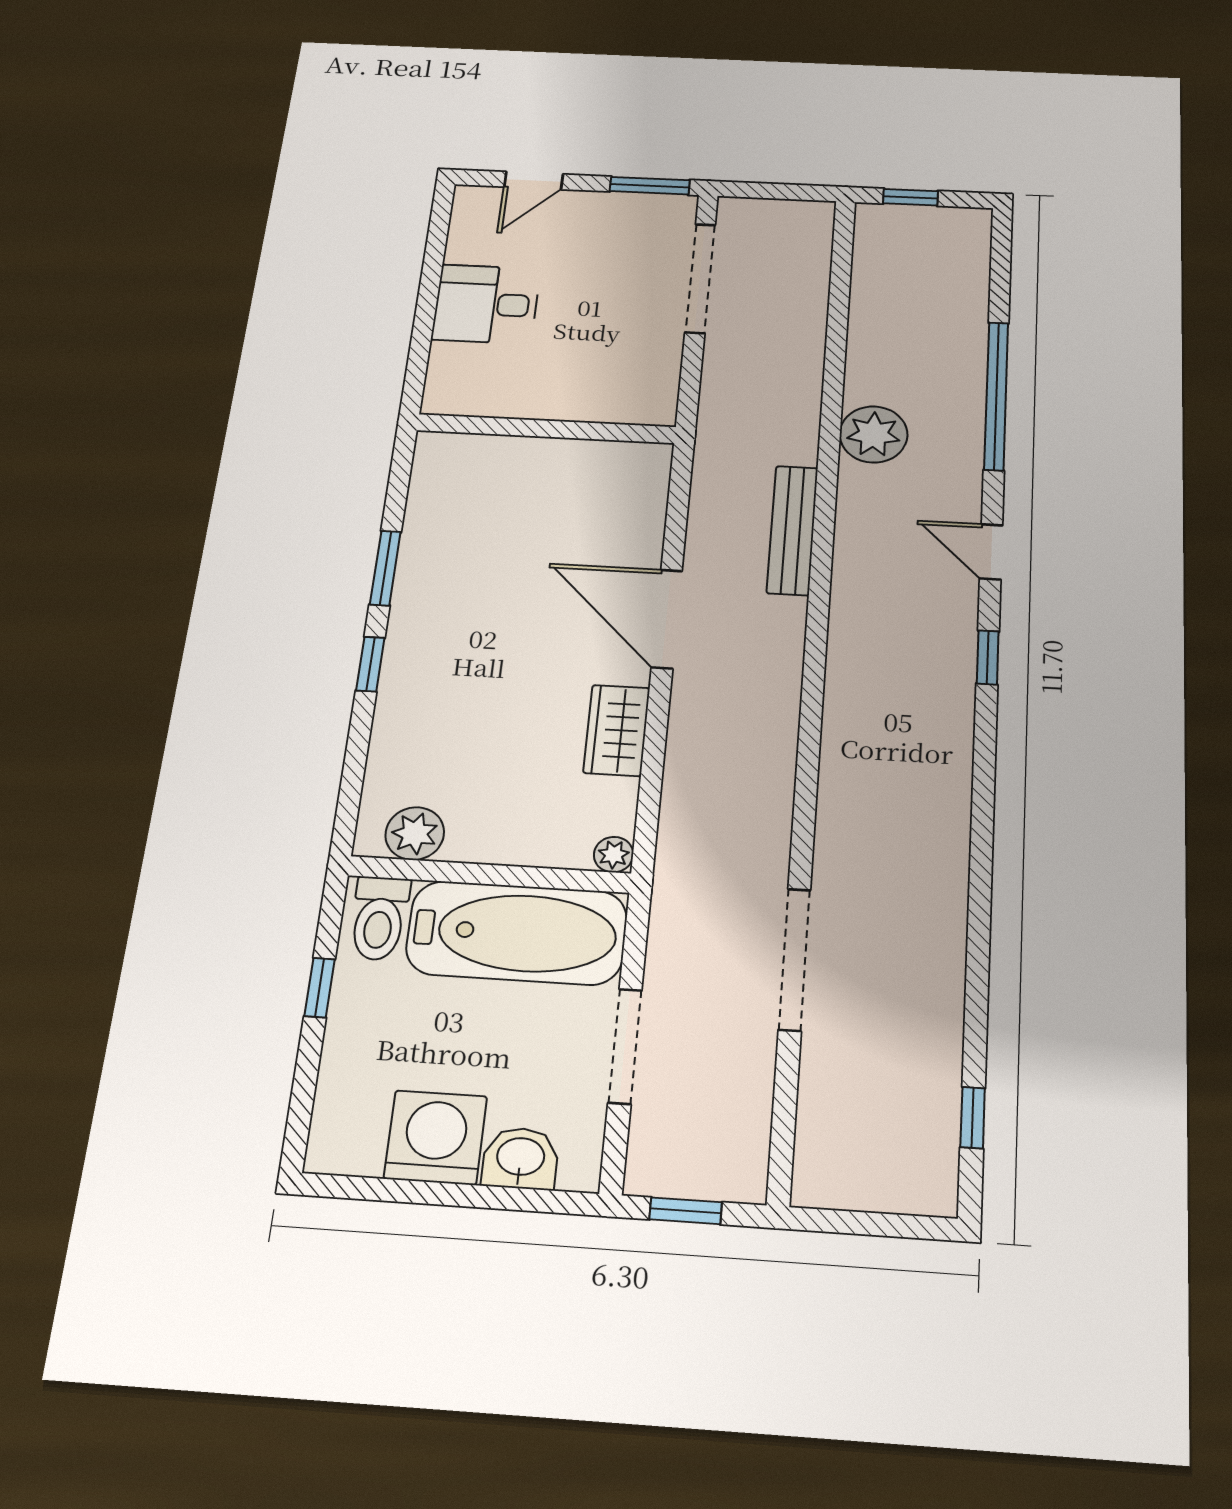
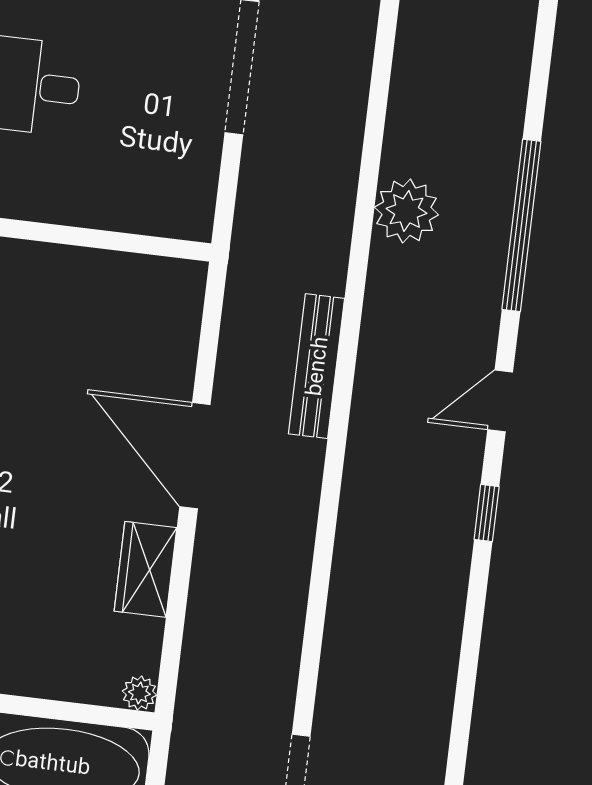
plant: (873, 434) -> (406, 211), moved
door: (991, 552) -> (500, 401), hinge flipped

